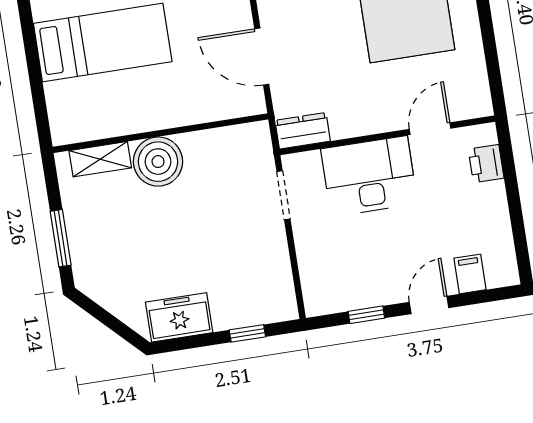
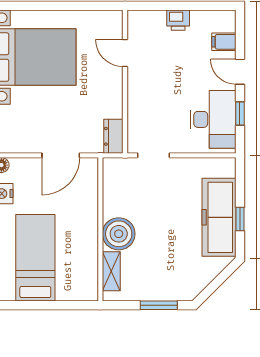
printer: (486, 164) -> (178, 20), moved
desk: (369, 176) -> (213, 119), moved, turned 180
freezer: (179, 317) -> (219, 217), width x1.91, depth x1.26
window: (247, 333) -> (240, 219), moved

